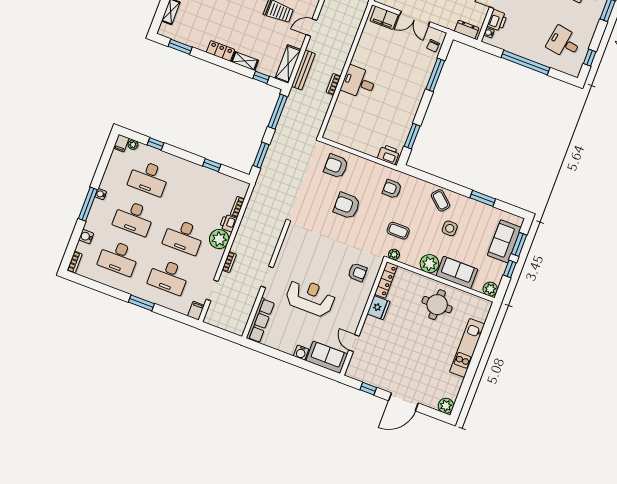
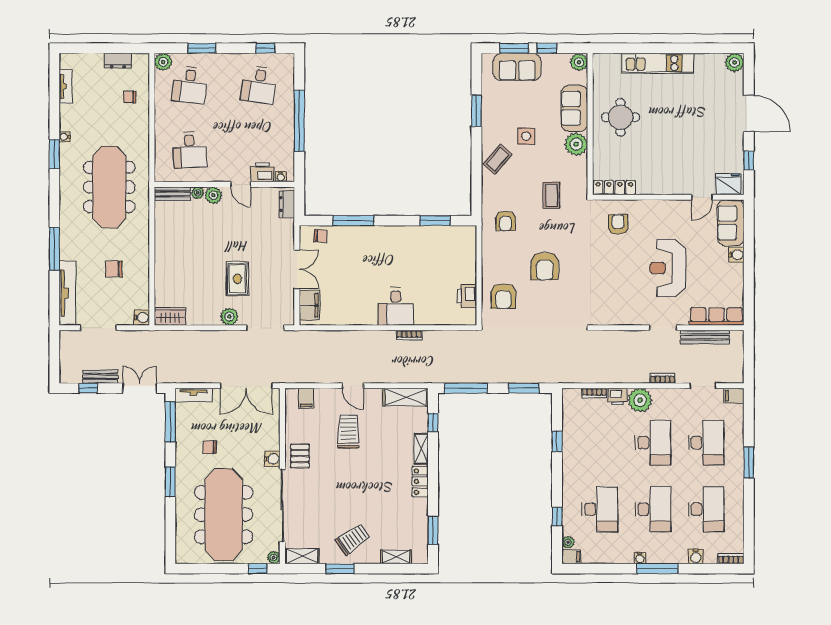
bench: (303, 70) -> (705, 337), moved
printer: (389, 155) -> (467, 296), moved
plant: (394, 254) -> (581, 190), removed
fridge: (379, 308) -> (729, 184), moved

